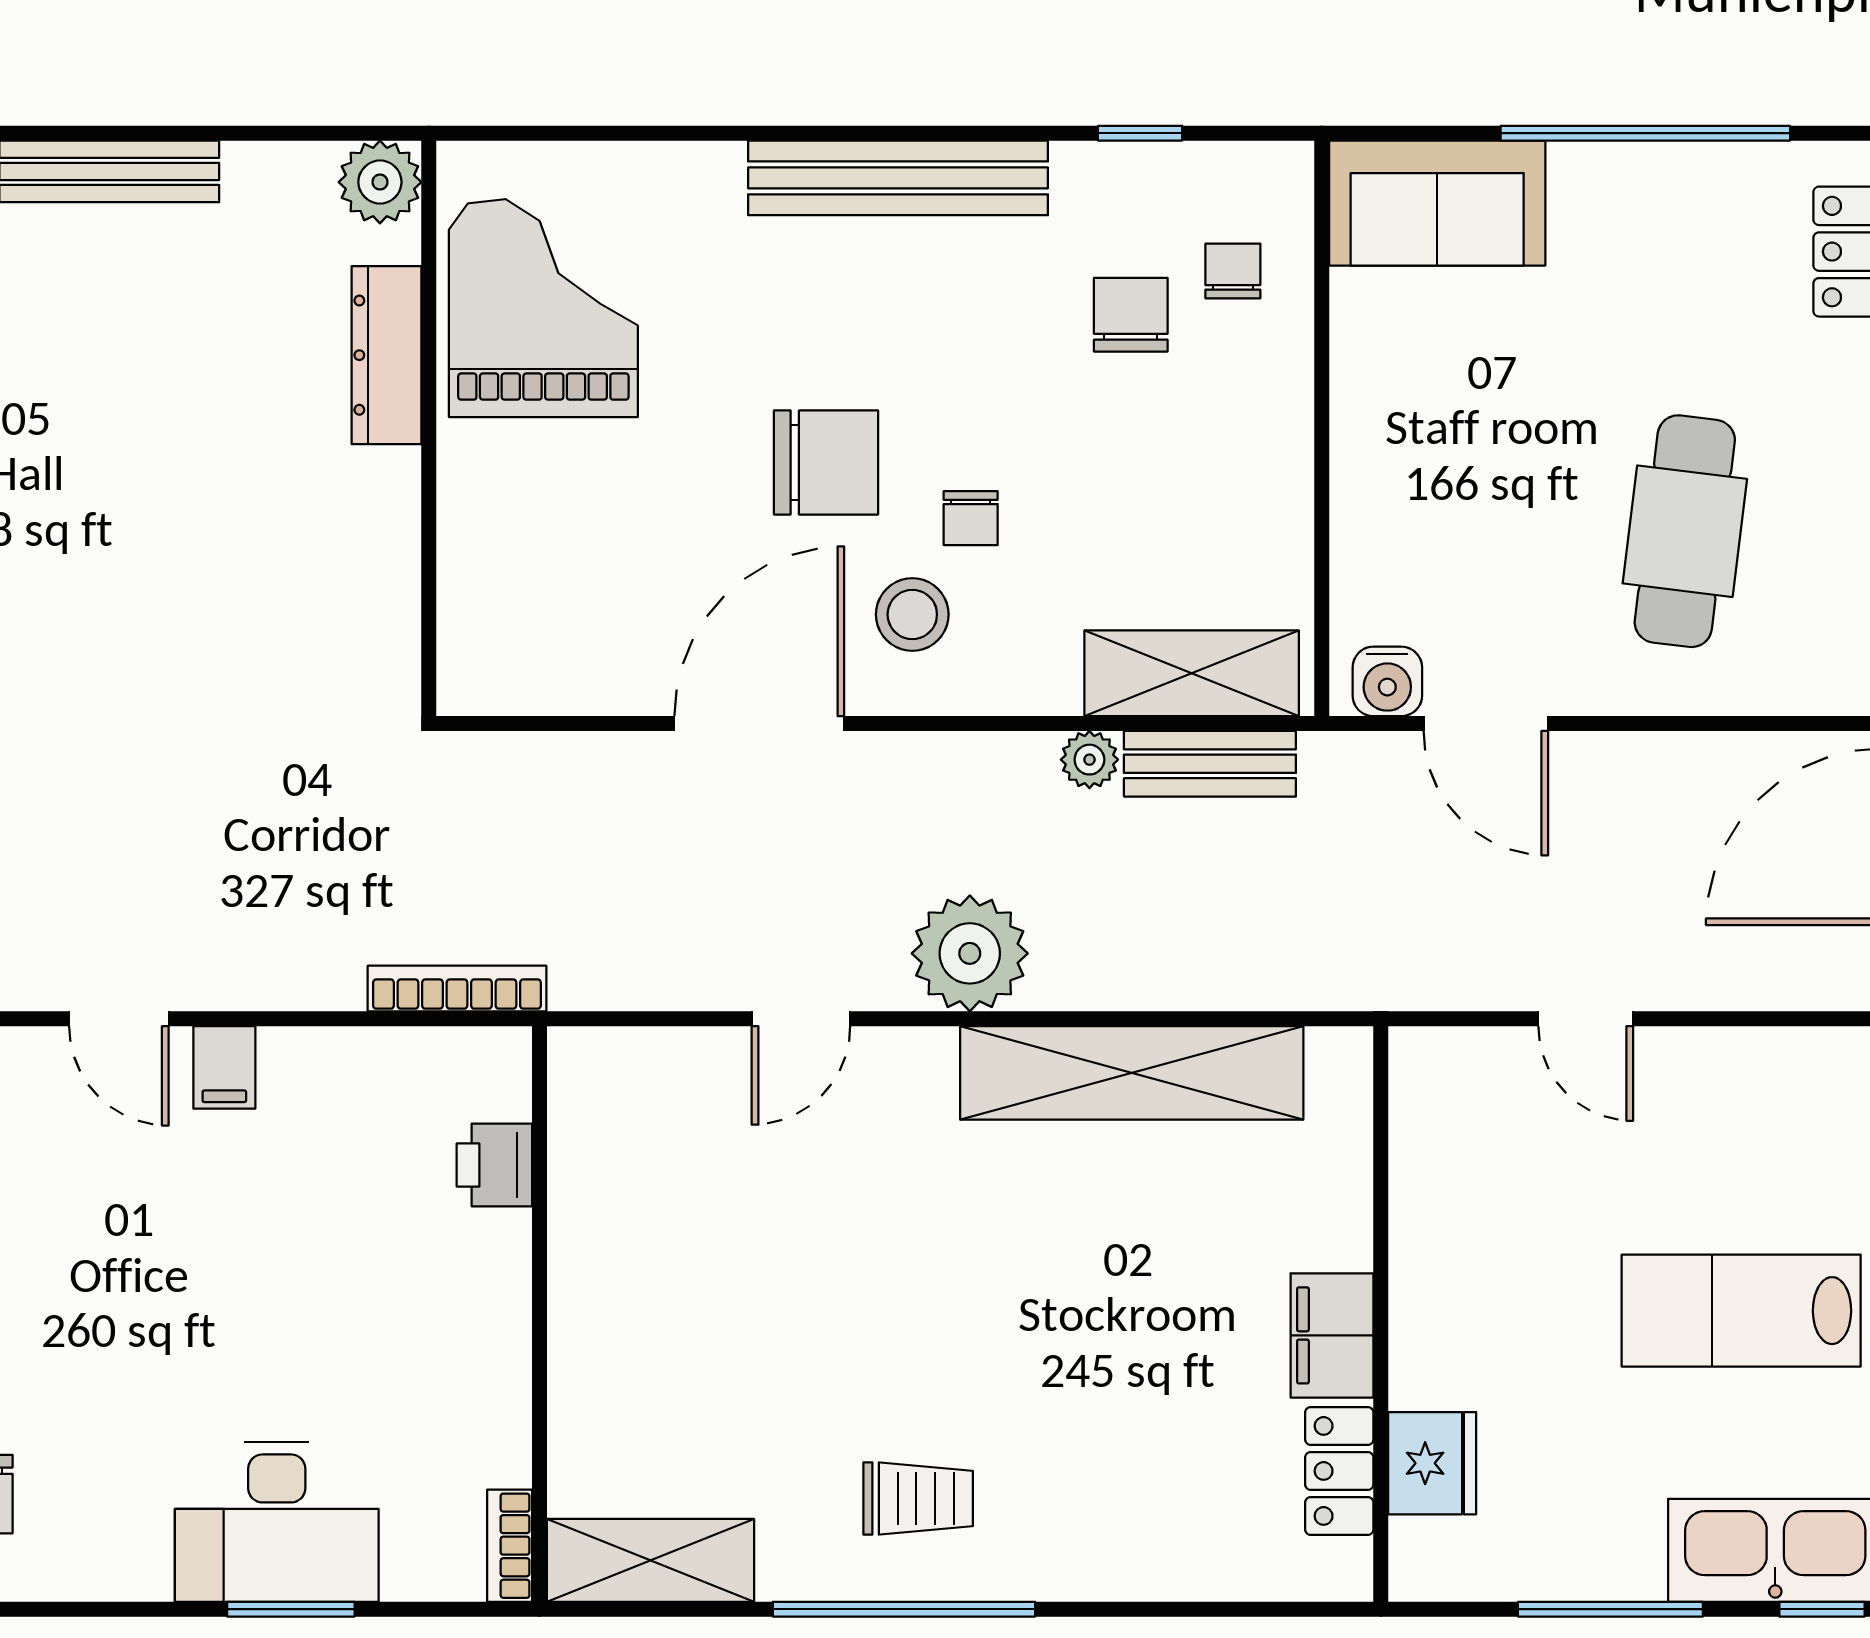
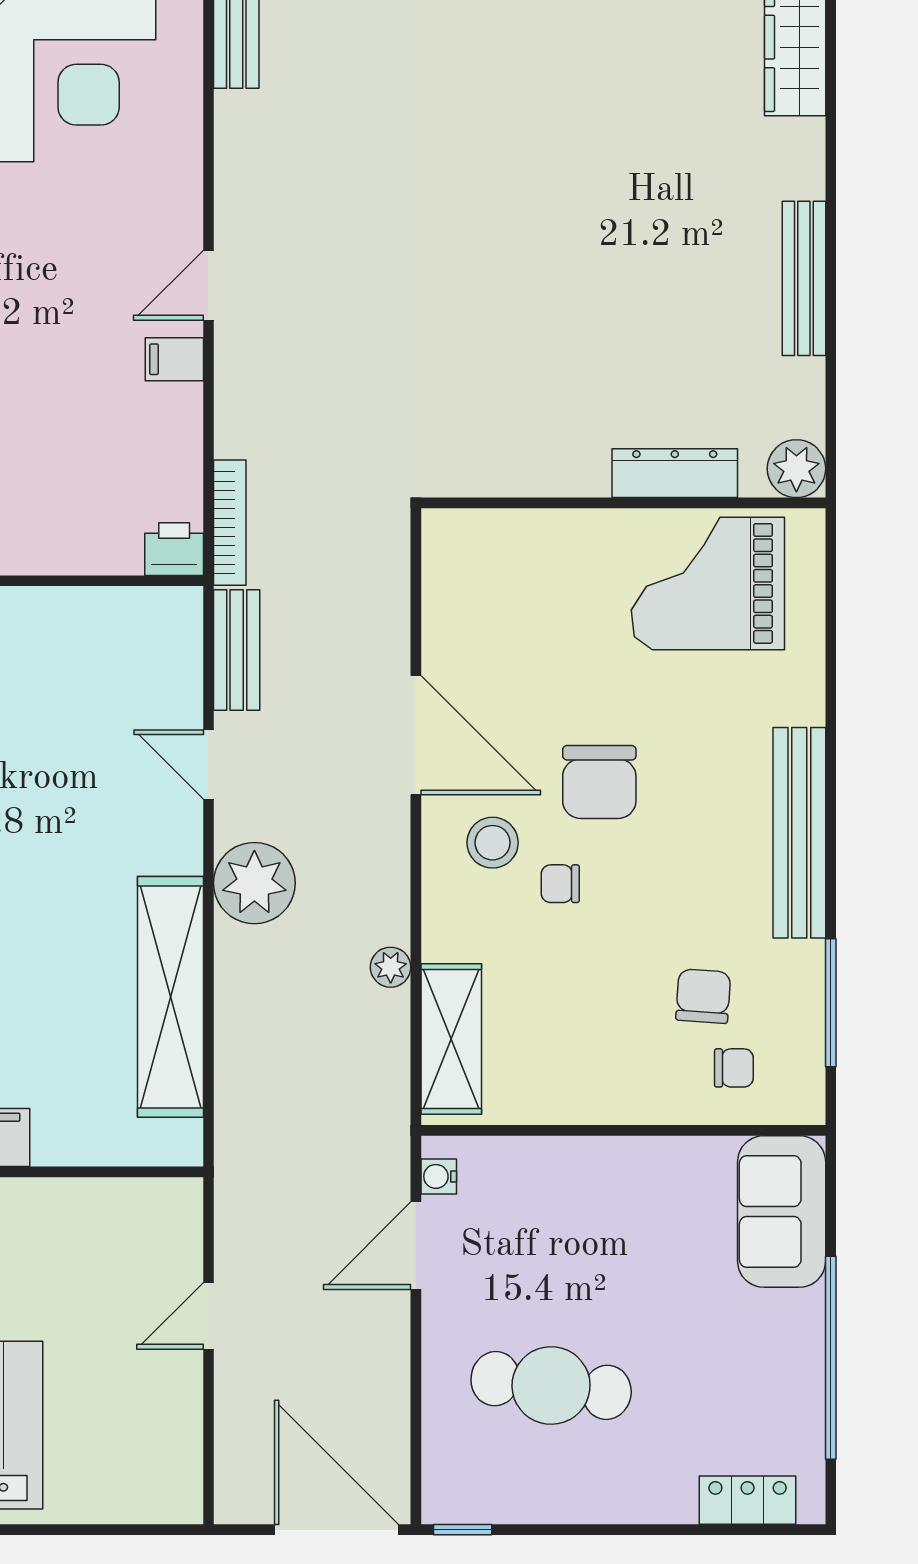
window: (1140, 133) -> (831, 1003), width x2.17
grand piano: (543, 308) -> (708, 583), turned 180
chair: (1131, 315) -> (703, 996), turned -86
water cooler: (1387, 681) -> (439, 1176), width x0.72, depth x0.72
bench: (1210, 764) -> (237, 650), moved
printer: (494, 1165) -> (174, 549), moved

